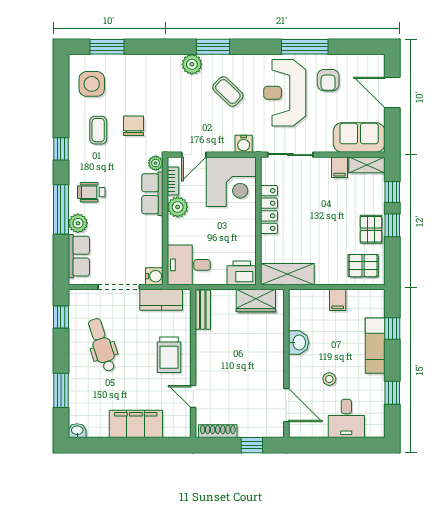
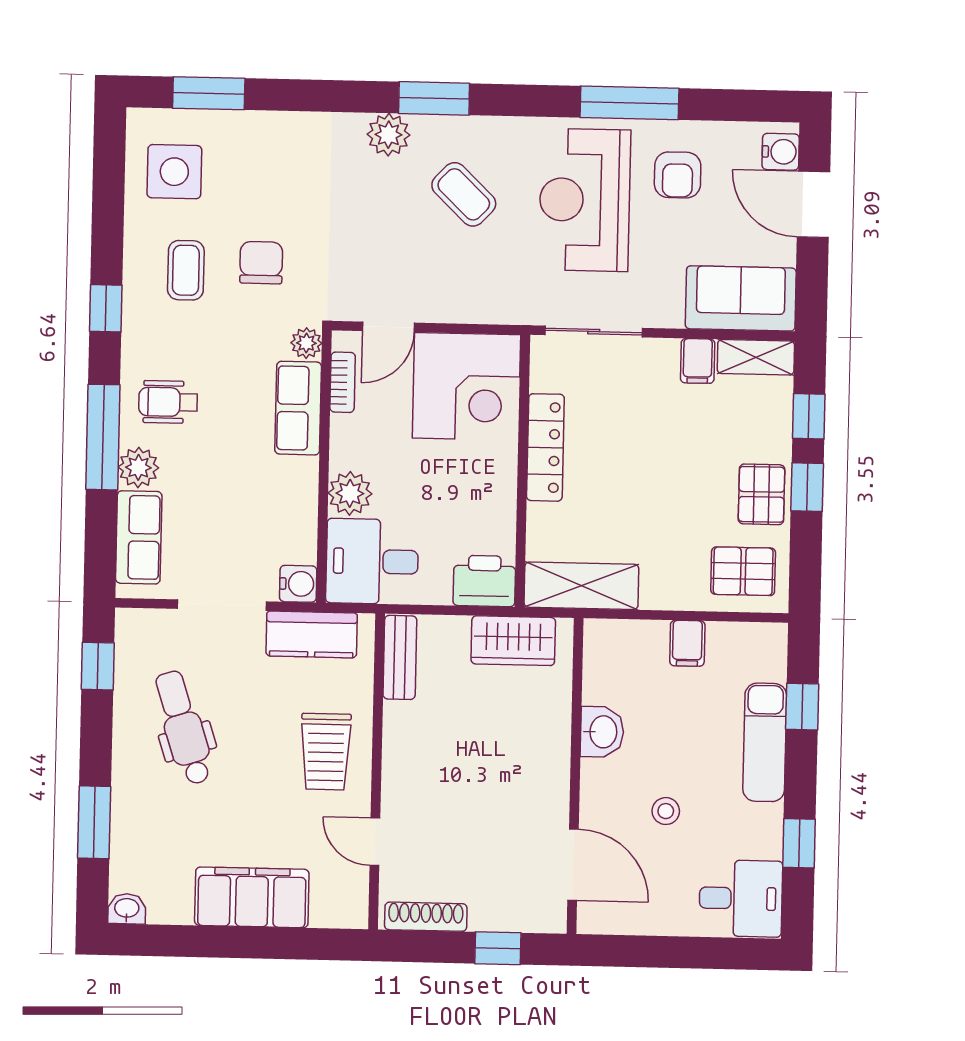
water cooler: (244, 144) -> (781, 152), moved, turned -90
plant: (178, 207) -> (350, 493), moved
desk: (346, 418) -> (741, 898), moved, turned -90

